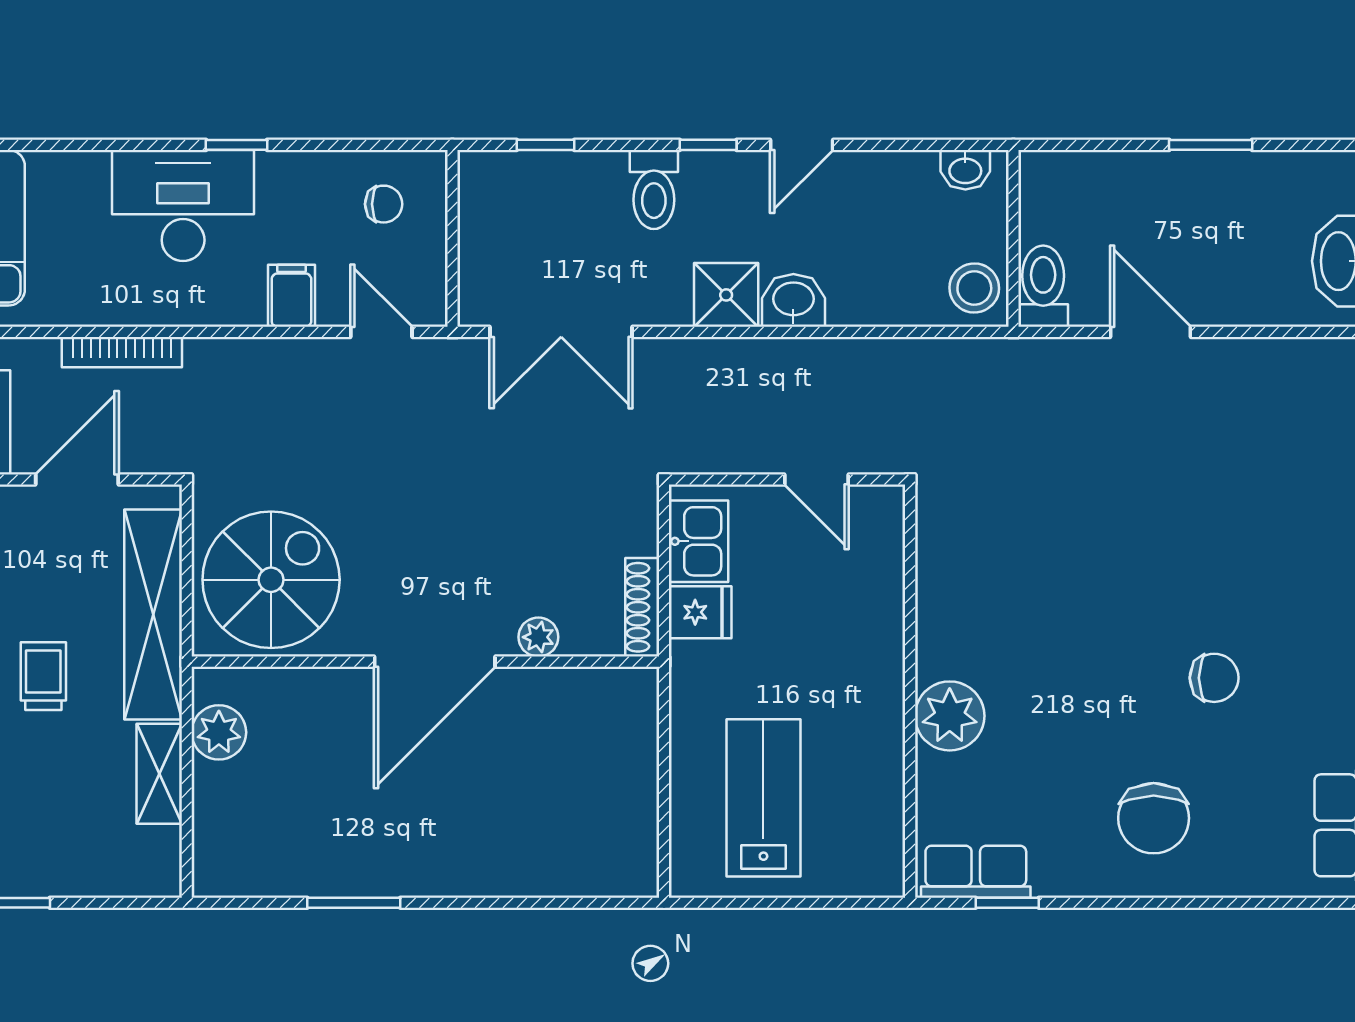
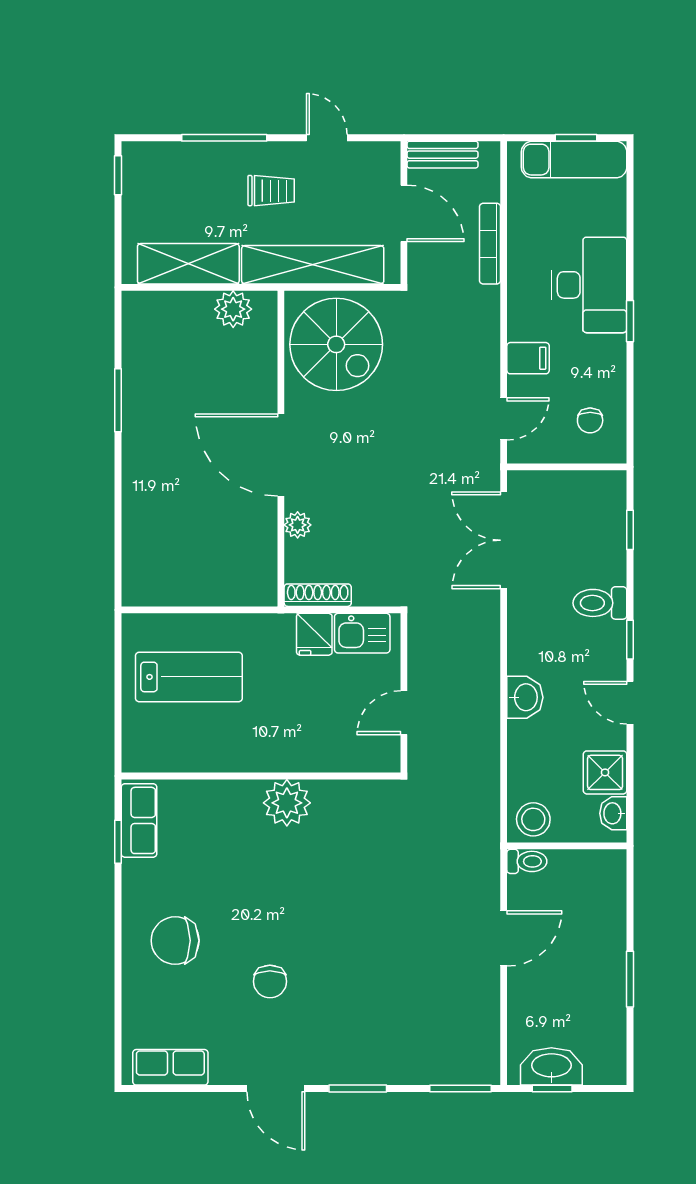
toilet: (1043, 286) -> (527, 861), width x0.73, depth x0.72
shower: (726, 295) -> (605, 772), moved
plant: (950, 716) -> (287, 803), moved
shelving: (159, 774) -> (188, 264), width x1.50, depth x1.33

